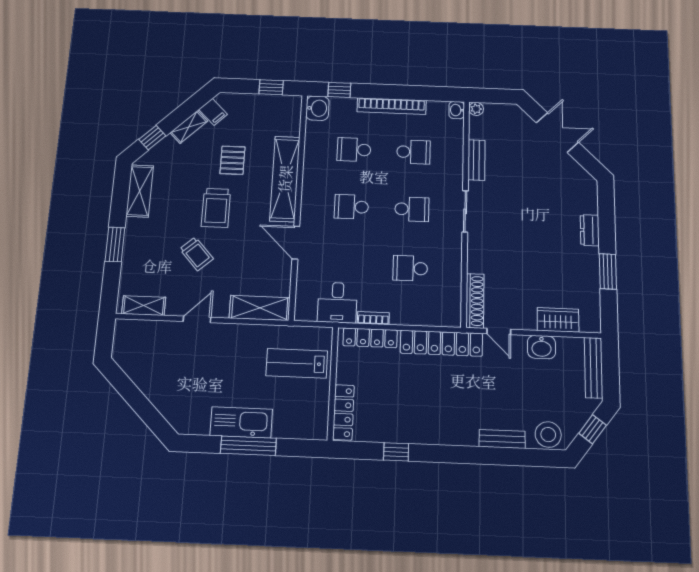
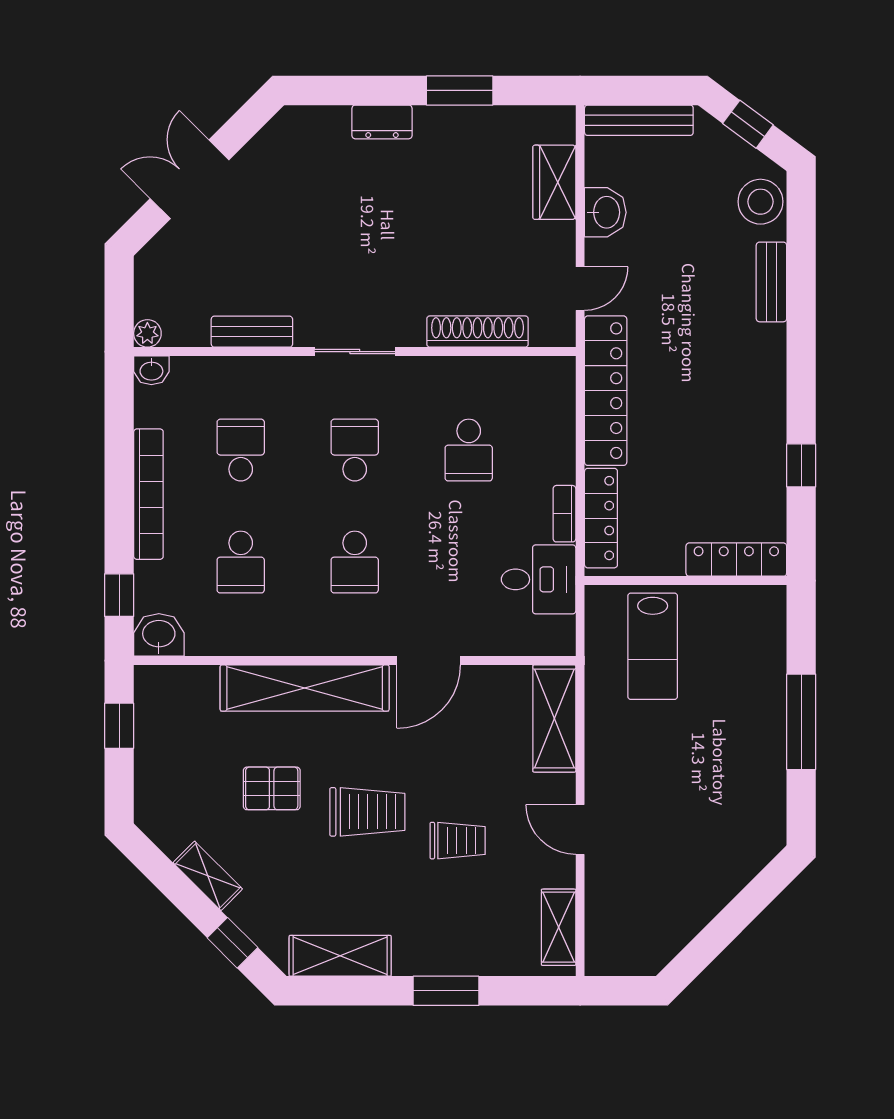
filing cabinet: (213, 112) -> (175, 832), removed
trolley: (196, 254) -> (458, 841), turned 42
shoe rack: (475, 301) -> (478, 332), moved
kitchen sink: (241, 422) -> (761, 737), removed

